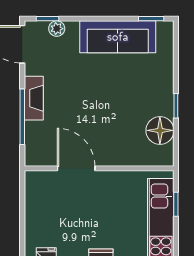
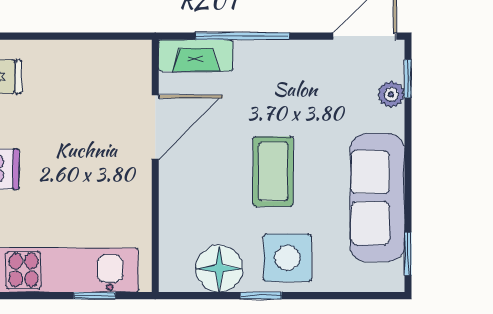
side table: (154, 90) -> (287, 258), added
fireplace: (34, 98) -> (196, 55), moved
coffee table: (103, 99) -> (273, 172), added

